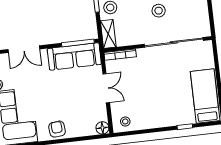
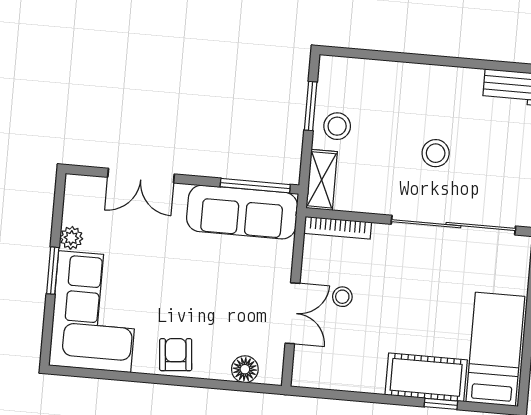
double door: (106, 88) -> (292, 313), moved
cot: (176, 116) -> (426, 377), added
stool: (125, 121) -> (342, 297), moved
floor lamp: (102, 128) -> (245, 369), moved

